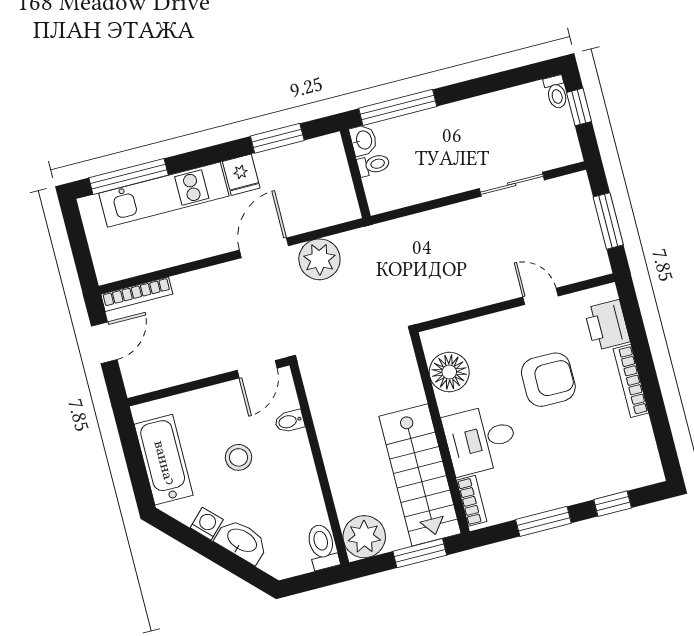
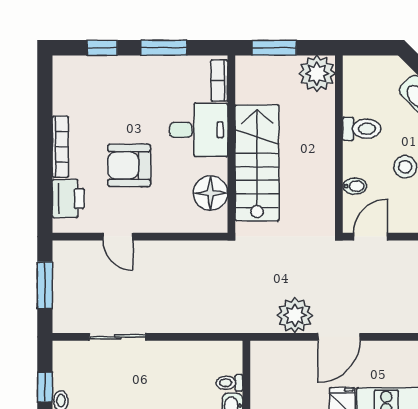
stairs: (420, 475) -> (257, 163), moved
toilet: (322, 547) -> (362, 129), moved, turned -90

